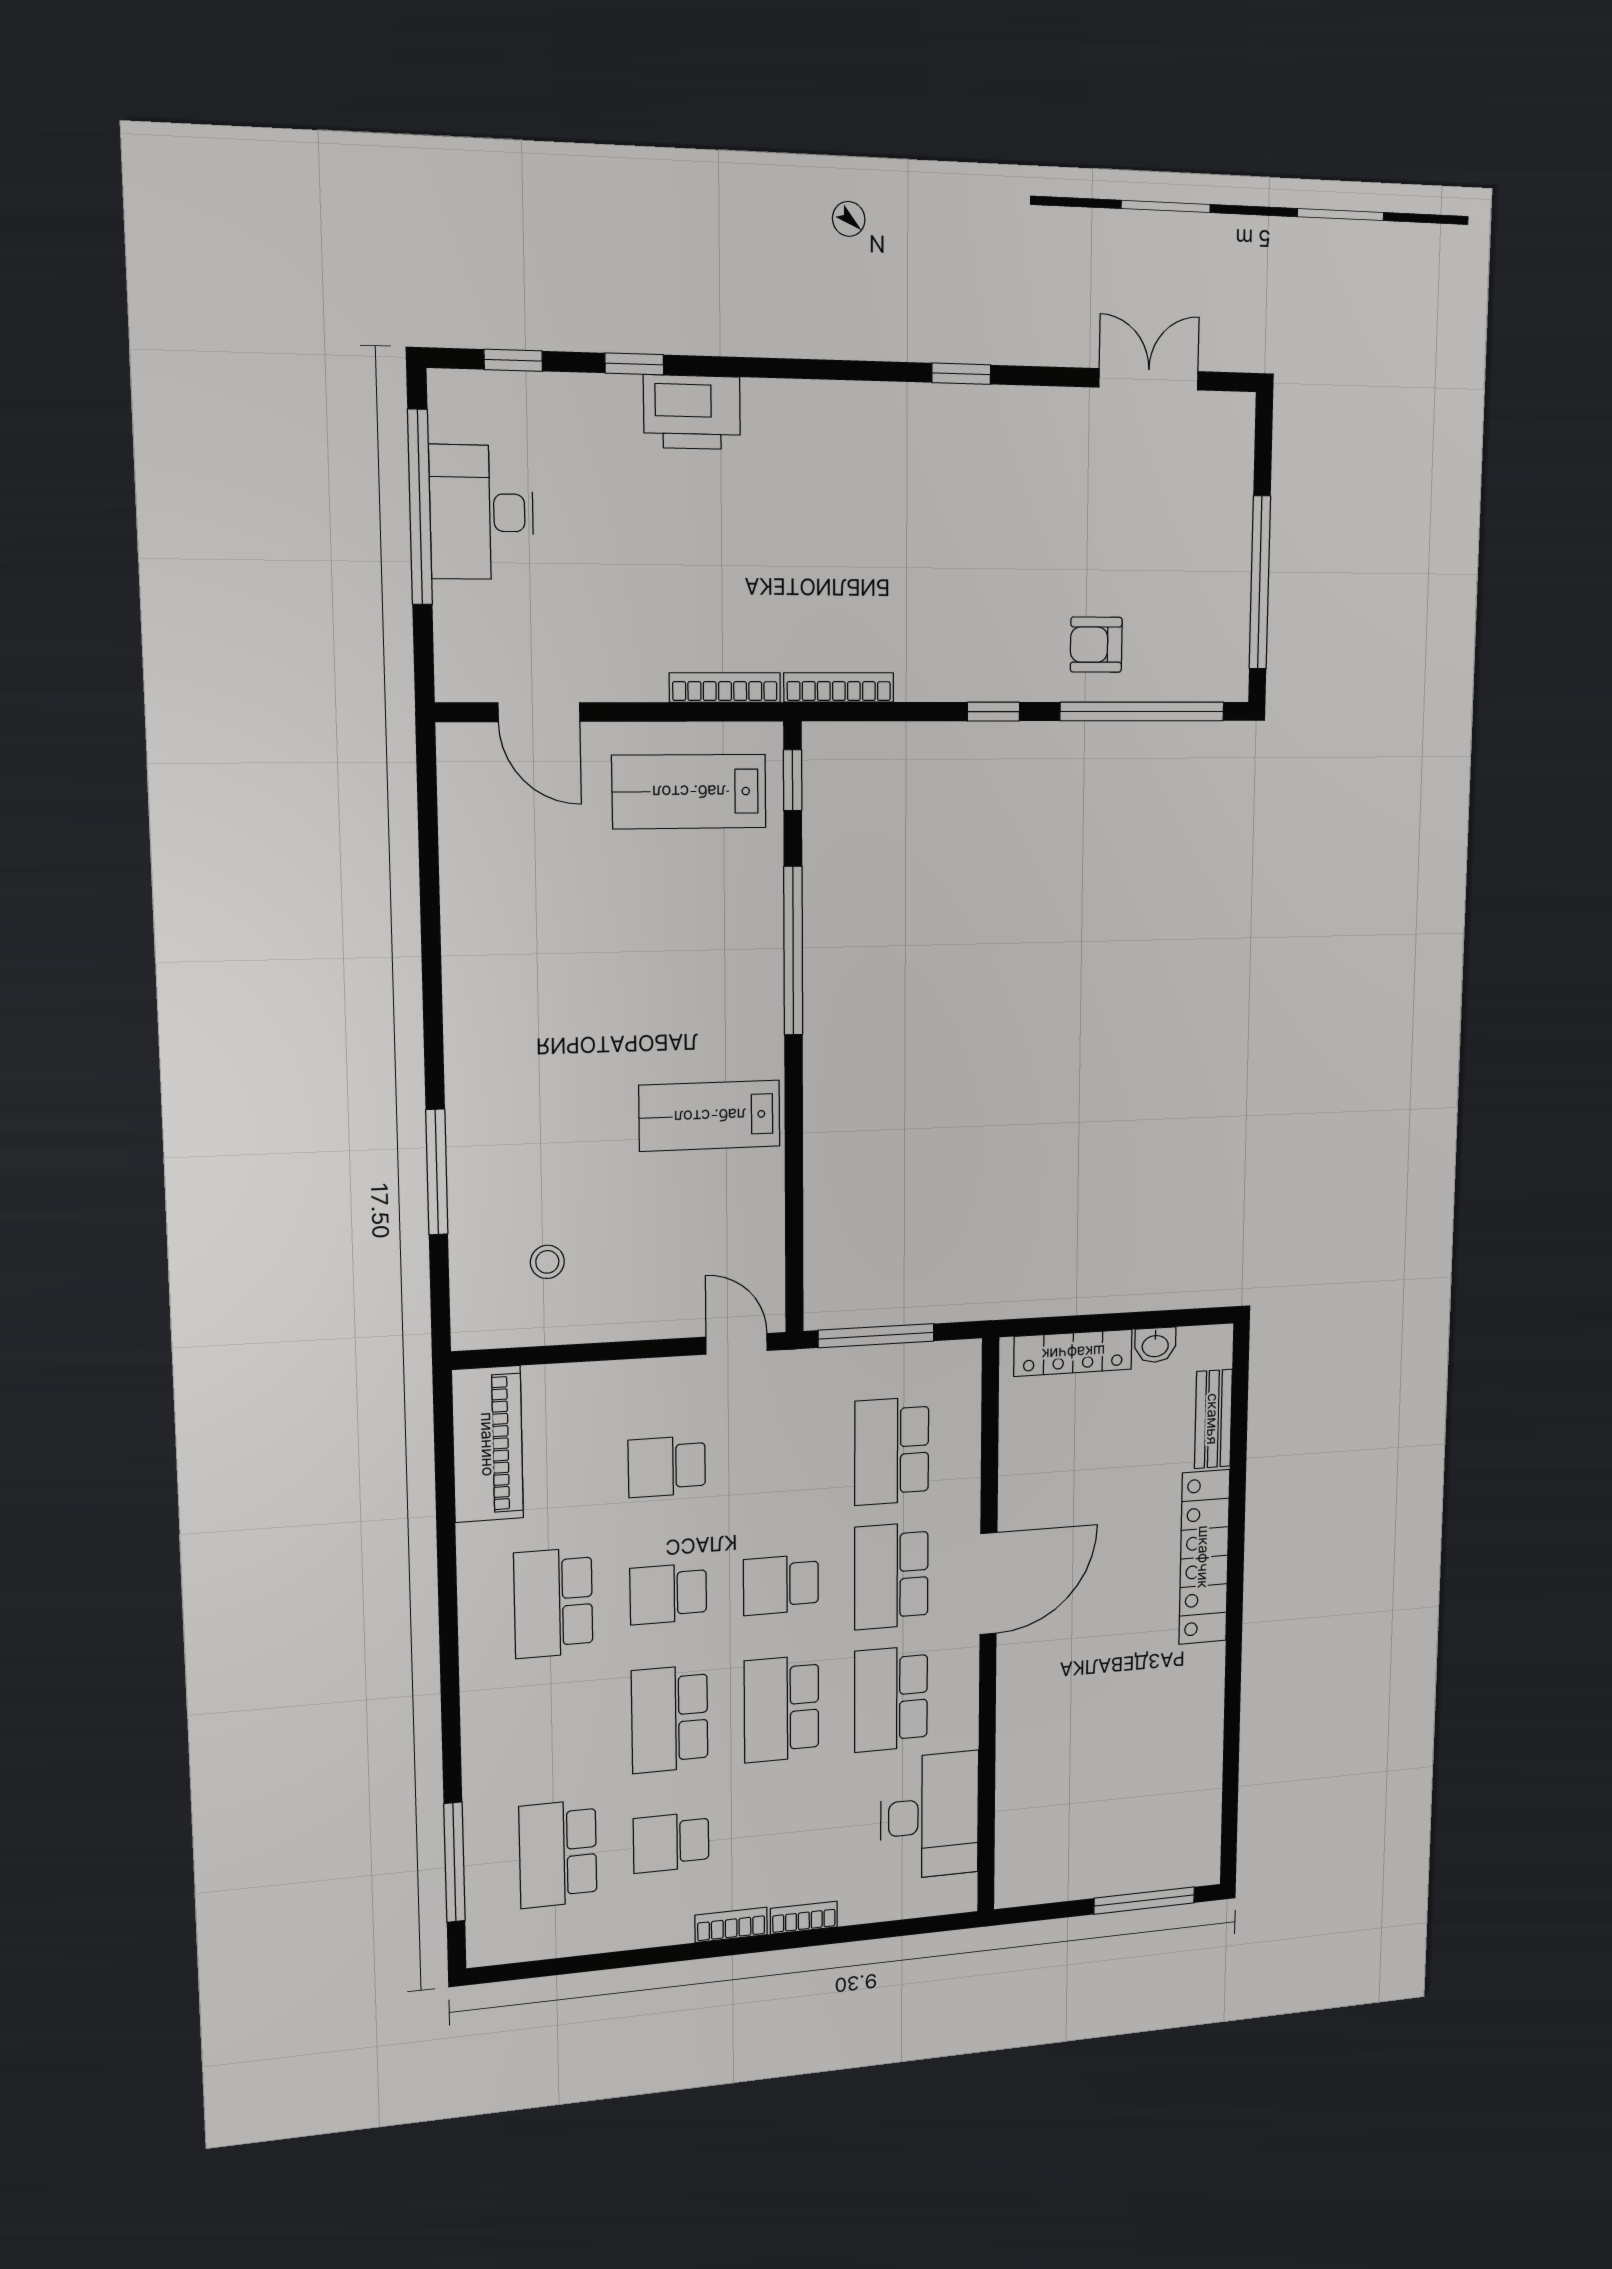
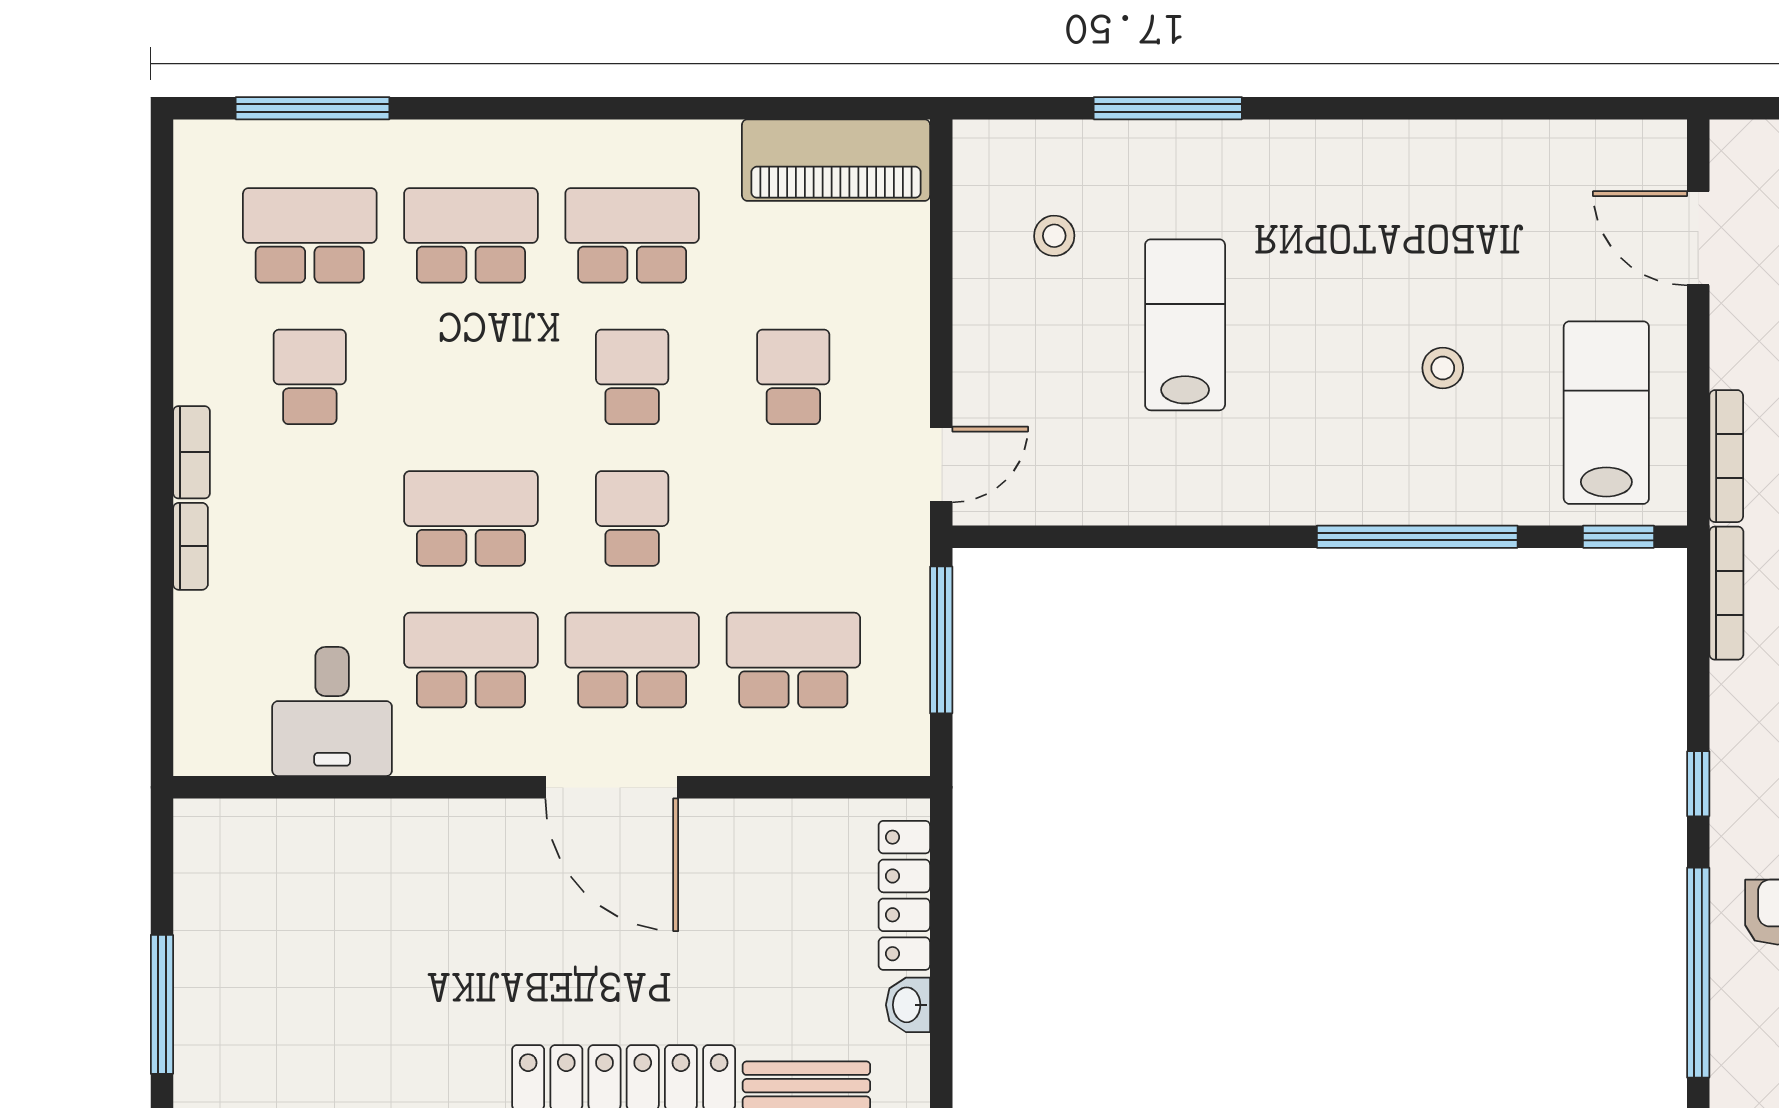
door: (539, 712) -> (1698, 238), hinge flipped
stool: (653, 932) -> (1443, 368), added
lab bench: (710, 1116) -> (1185, 325), moved
school desk: (670, 1719) -> (471, 235), moved
desk: (930, 1816) -> (332, 712), width x0.73

